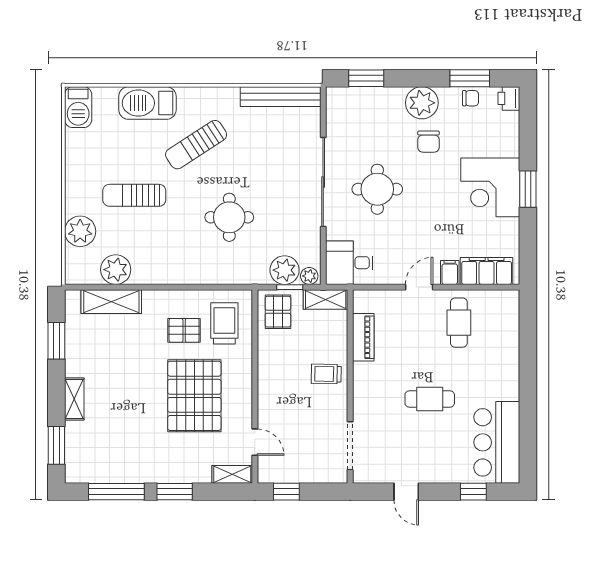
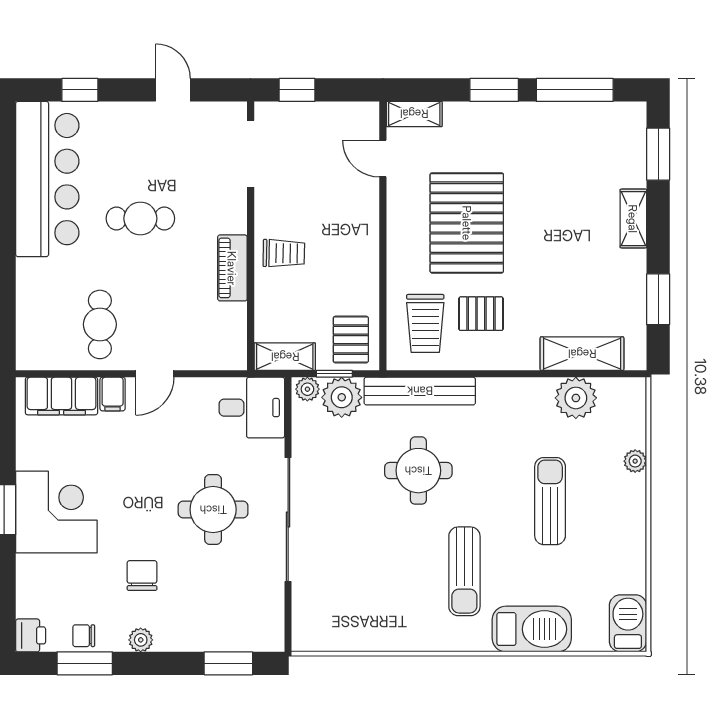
bench: (281, 97) -> (420, 391), moved
plant: (422, 103) -> (141, 640), width x0.53, depth x0.53
sun lounger: (196, 145) -> (464, 571), turned 123
sun lounger: (134, 195) -> (550, 501), turned -90
plant: (80, 231) -> (635, 461), width x0.53, depth x0.53
piano: (363, 337) -> (232, 268), moved
bar counter: (497, 442) -> (47, 179), width x1.36
window: (286, 492) -> (297, 90), moved

